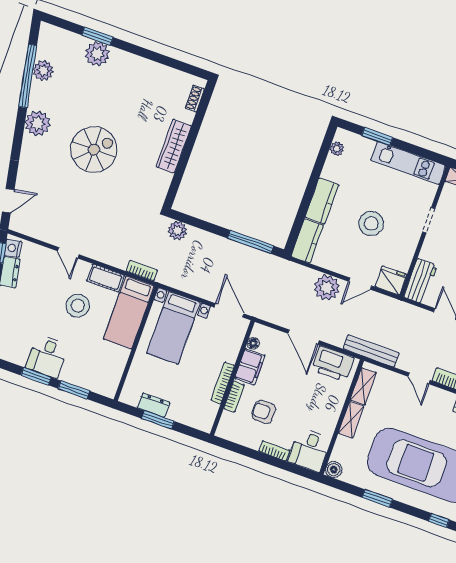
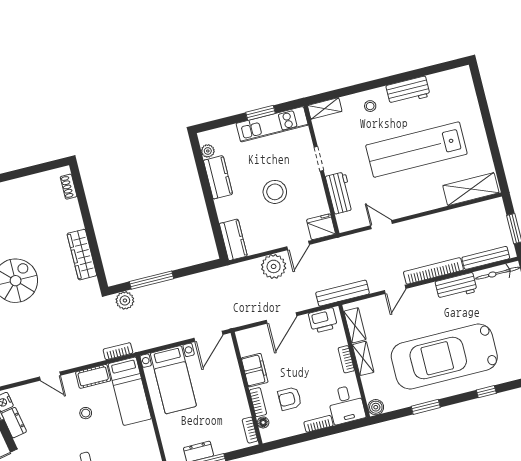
window: (377, 136) -> (260, 113), moved
wardrobe: (174, 146) -> (82, 255), moved
kitchen counter: (322, 201) -> (218, 177), moved
window: (250, 242) -> (151, 280), moved
workbench: (420, 281) -> (340, 193), moved
stool: (78, 306) -> (86, 413), width x0.53, depth x0.53
door: (229, 310) -> (208, 336), swing flipped
door: (304, 337) -> (282, 318), hinge flipped
floor lamp: (253, 343) -> (263, 422), moved
printer: (333, 364) -> (323, 320), width x0.73, depth x0.84
door: (419, 378) -> (395, 289), hinge flipped
bookcase: (223, 383) -> (250, 430), moved, width x0.64
bookcase: (336, 411) -> (346, 359), added

